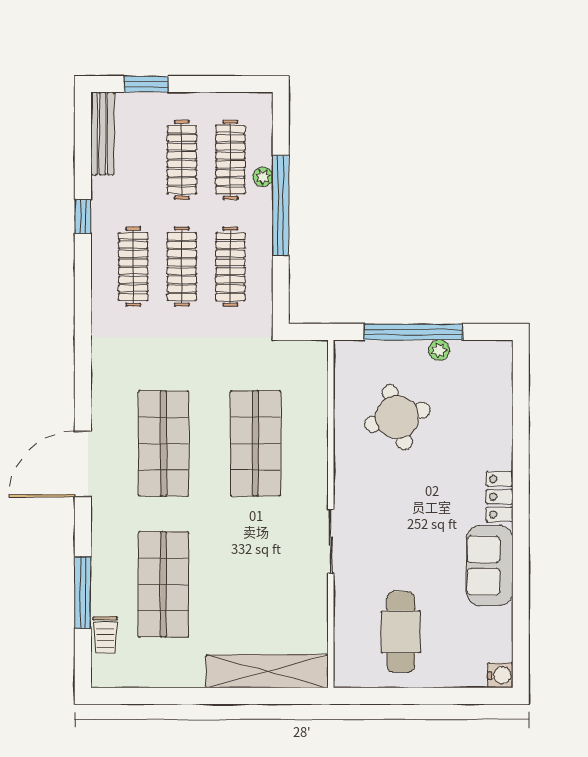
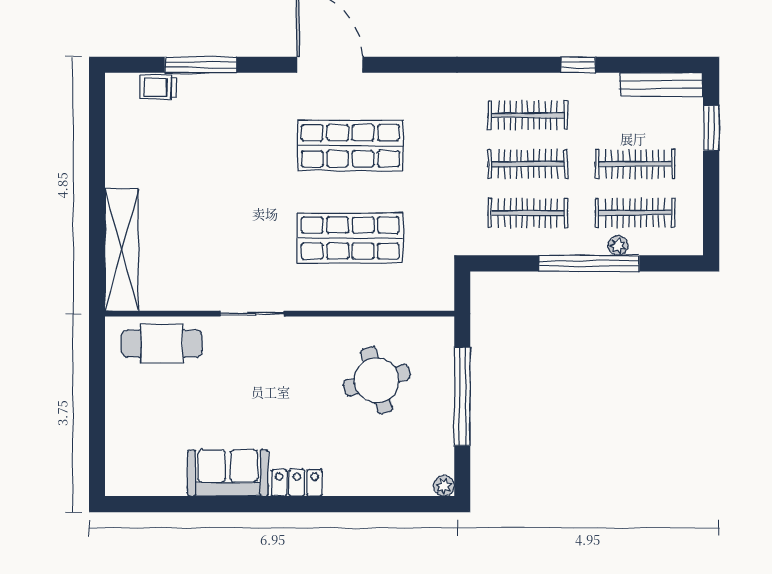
plant: (439, 350) -> (444, 486), moved
shop shelf: (163, 584) -> (209, 146), removed
cafe table: (401, 632) -> (162, 344), moved
water cooler: (500, 675) -> (118, 484), removed

